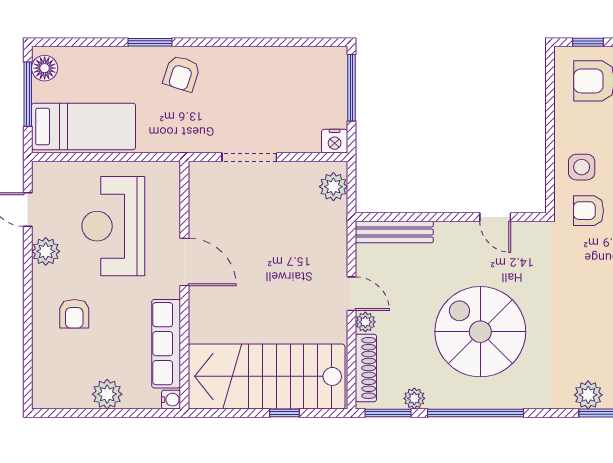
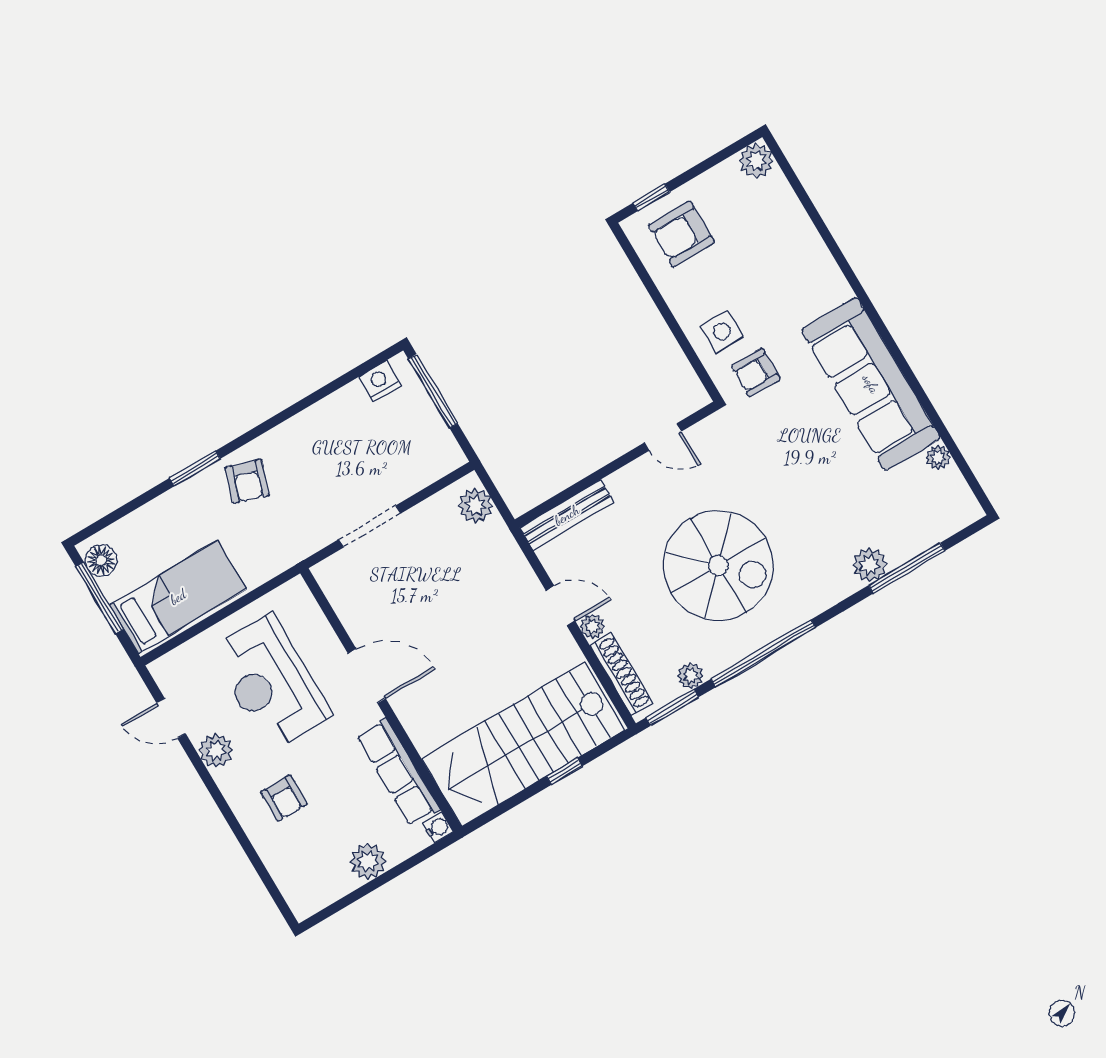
nightstand: (335, 141) -> (380, 381), moved, turned 180
spiral stairs: (480, 332) -> (718, 566), turned 180

